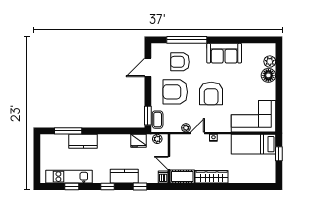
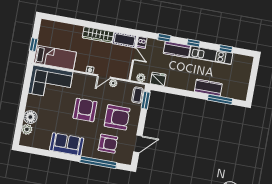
kitchen unit: (69, 177) -> (211, 55), moved

